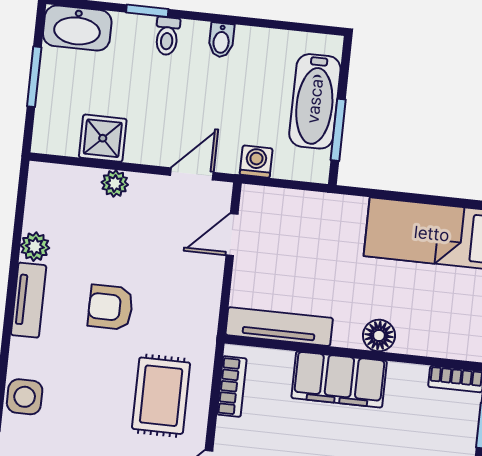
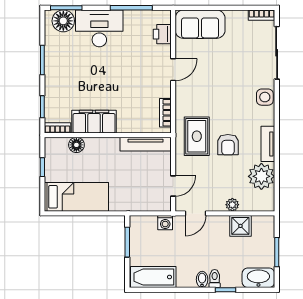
bidet: (221, 40) -> (202, 279), moved
bathtub: (315, 101) -> (153, 277), moved, turned -90
plant: (35, 247) -> (261, 176), width x1.87, depth x1.87
armchair: (110, 307) -> (228, 145), turned 90
floor lamp: (379, 336) -> (76, 145), moved
filing cabinet: (339, 379) -> (94, 122), moved
rug: (161, 396) -> (197, 136), moved

